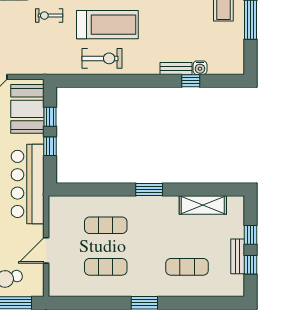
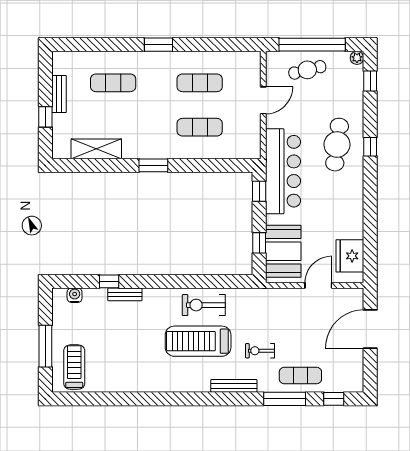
exercise bike: (49, 16) -> (260, 351), turned 180
water cooler: (200, 68) -> (75, 295), moved
window: (50, 146) -> (259, 191), moved
window: (251, 265) -> (45, 85), removed

